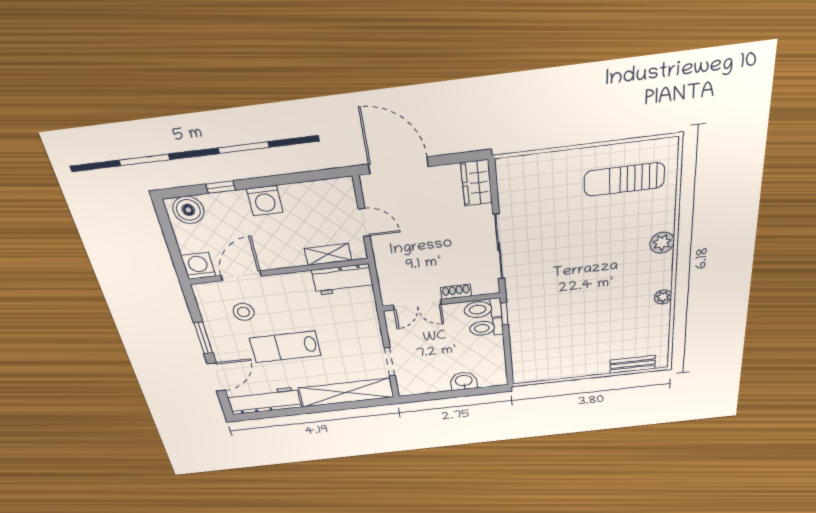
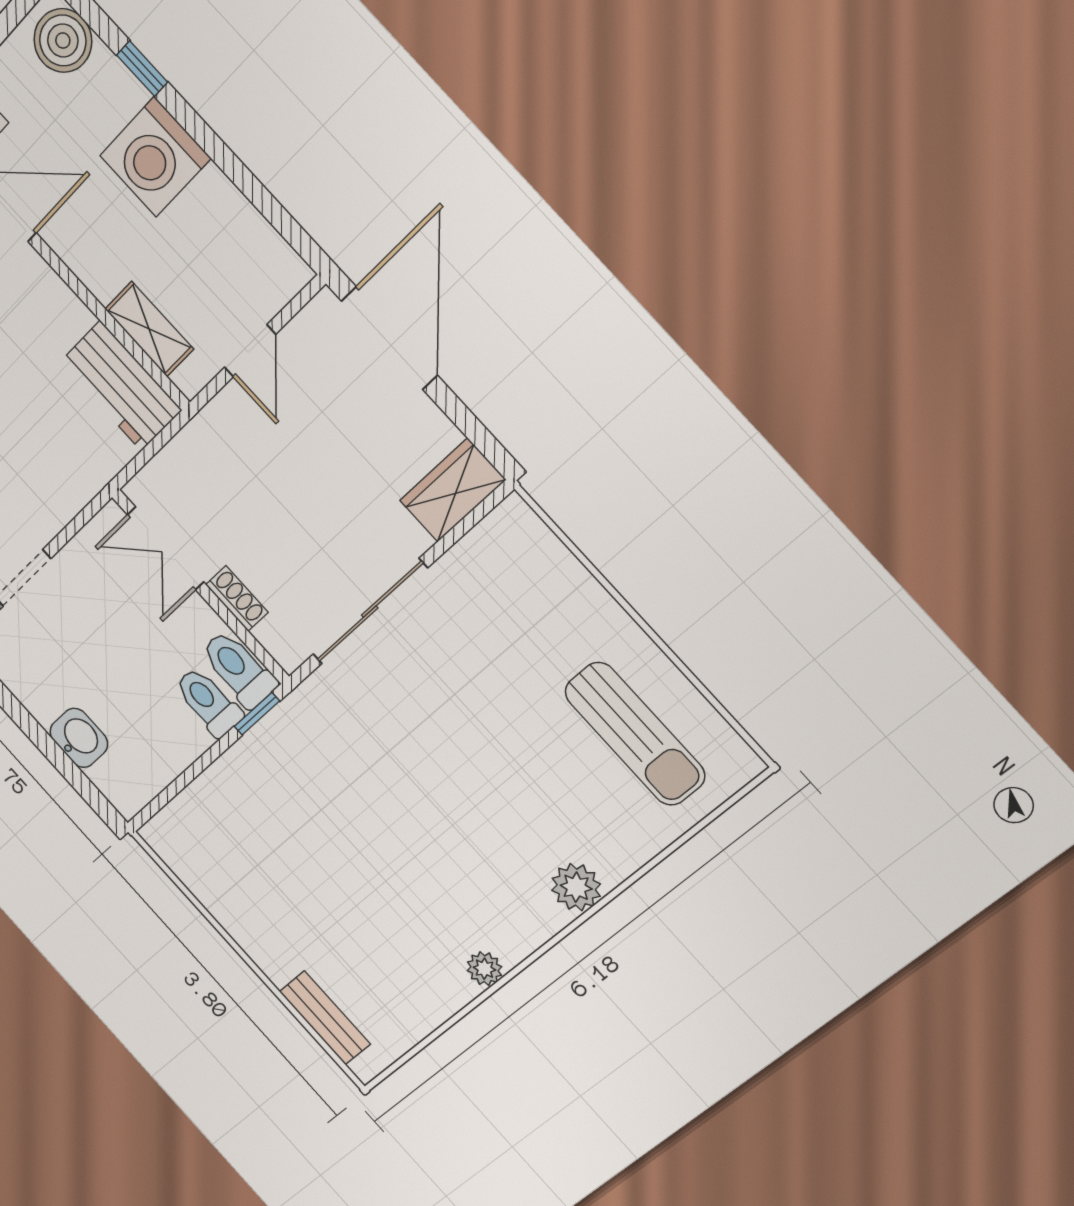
sun lounger: (624, 179) -> (635, 734), turned 180
washing machine: (265, 201) -> (155, 157), width x1.37, depth x1.37

